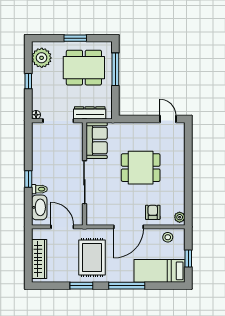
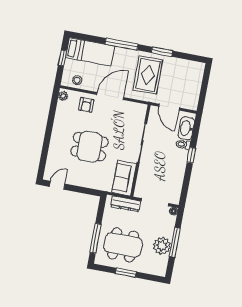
plant: (42, 58) -> (162, 246), moved
window: (28, 81) -> (175, 242), width x2.17
door: (168, 119) -> (57, 185), swing flipped
wardrobe: (39, 259) -> (195, 82), removed

